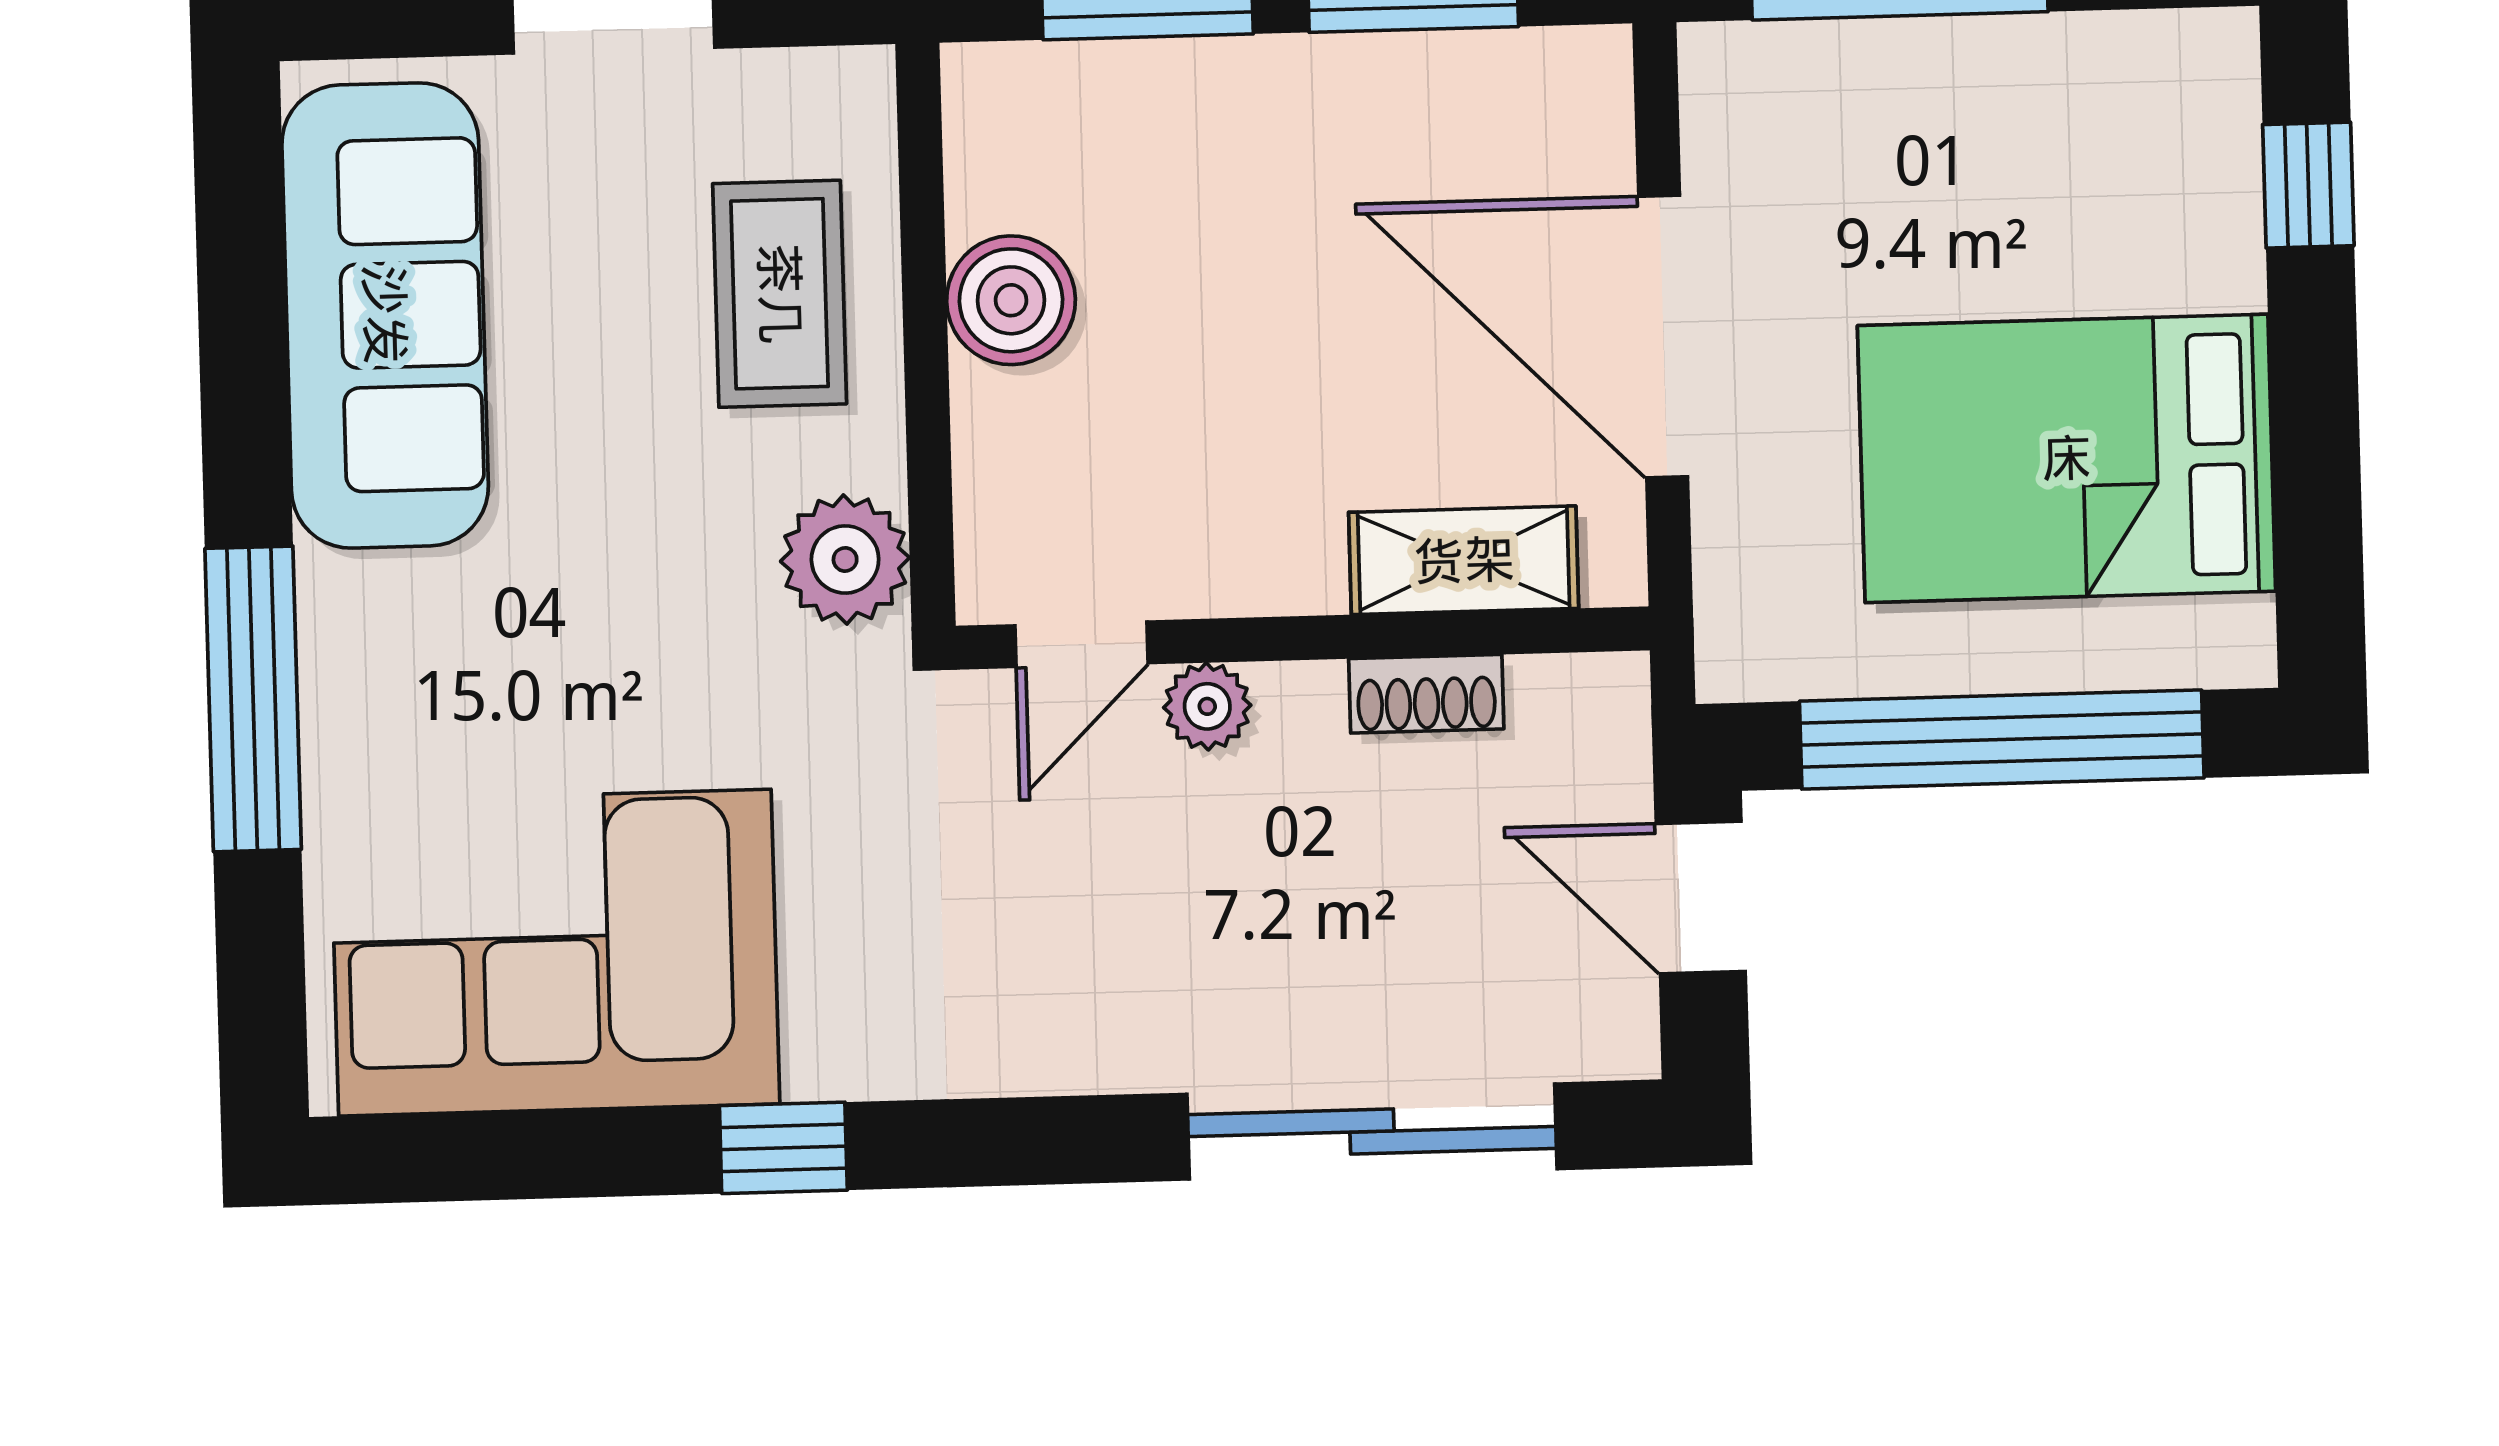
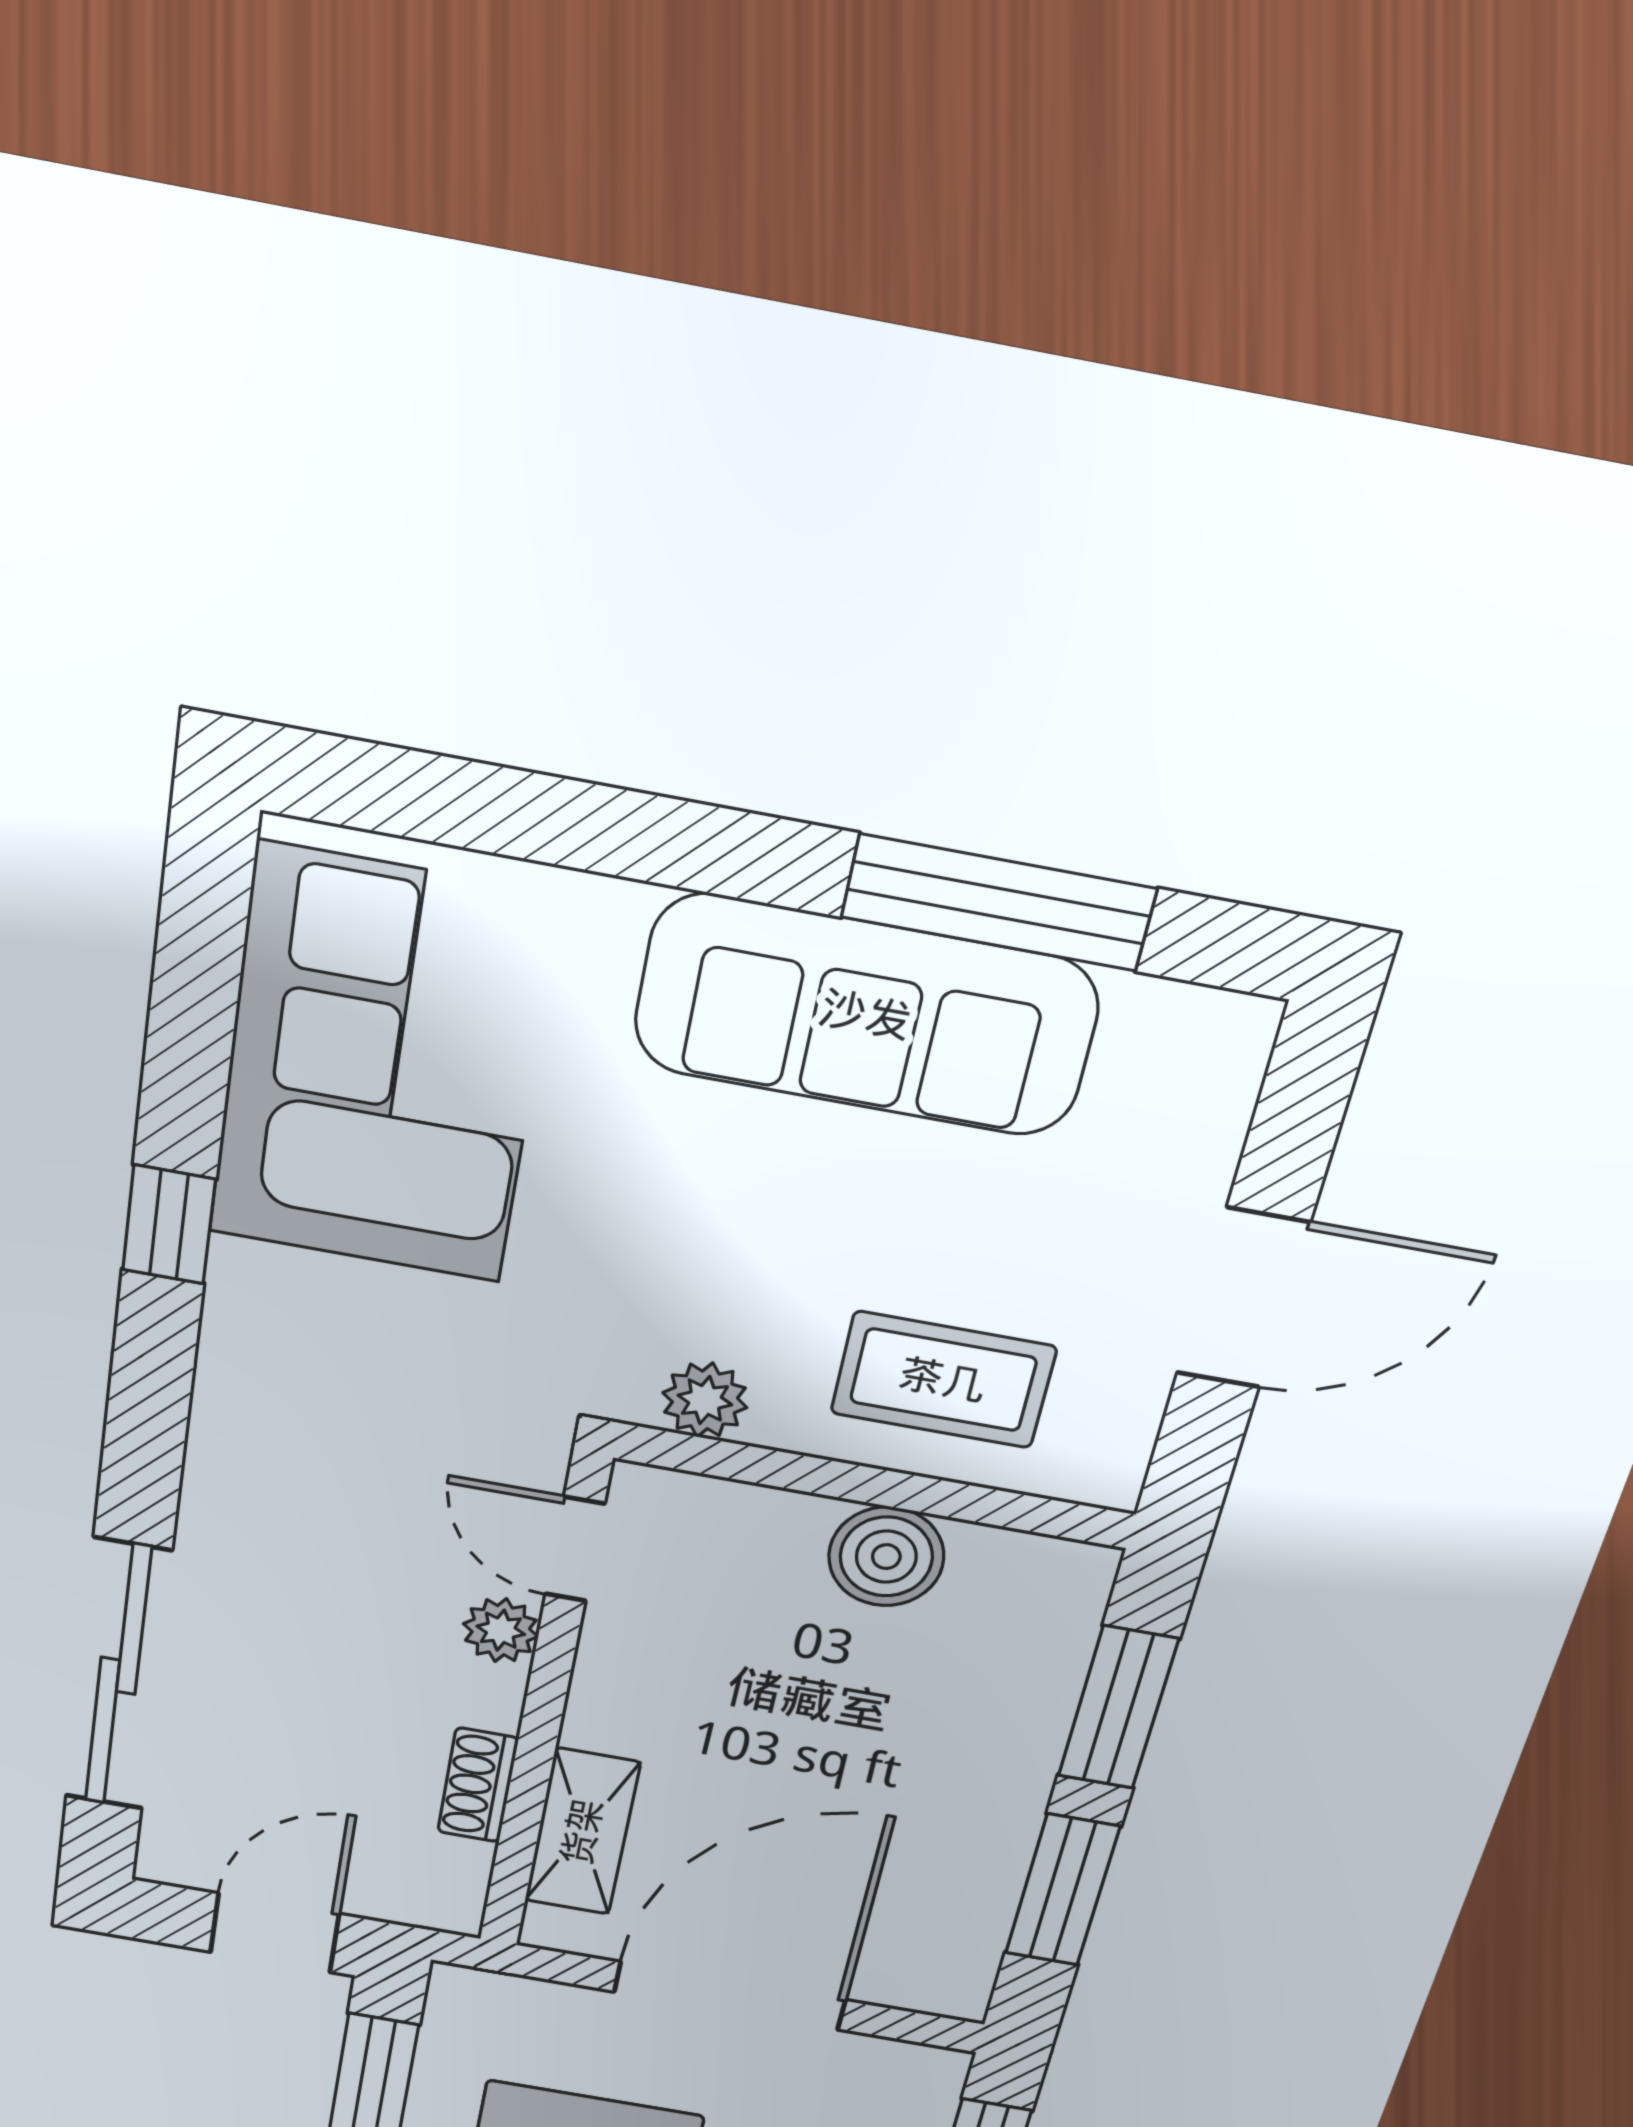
sofa: (385, 315) -> (866, 1015), moved
plant: (845, 559) -> (705, 1400), width x0.73, depth x0.73
window: (253, 699) -> (999, 903), moved

